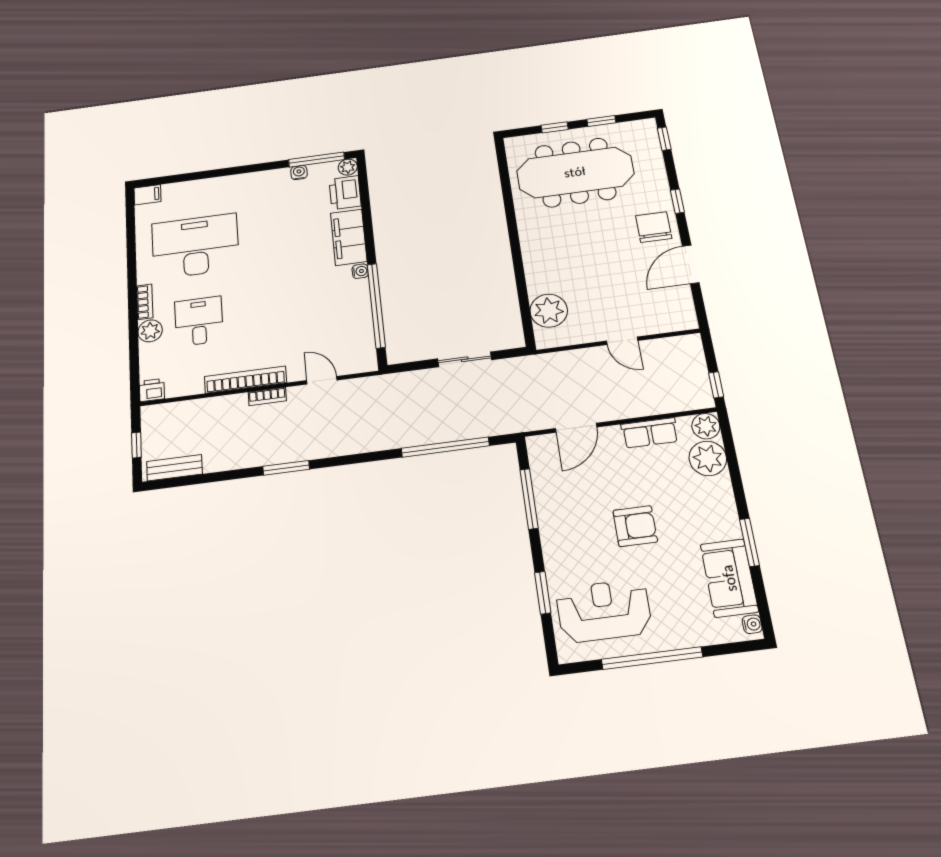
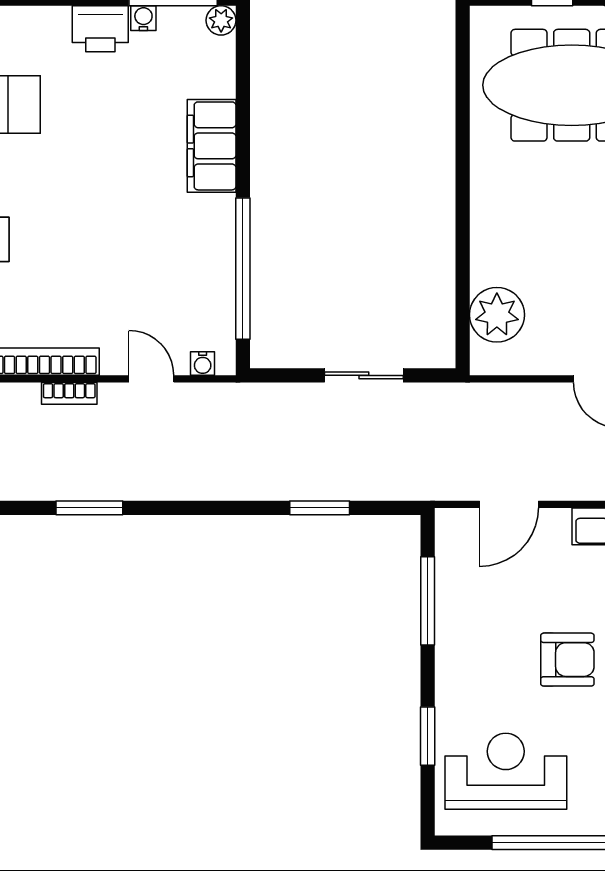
printer: (345, 193) -> (100, 29), moved, turned -90
water cooler: (360, 271) -> (203, 363), moved, turned 90
window: (445, 447) -> (320, 508), width x0.47

